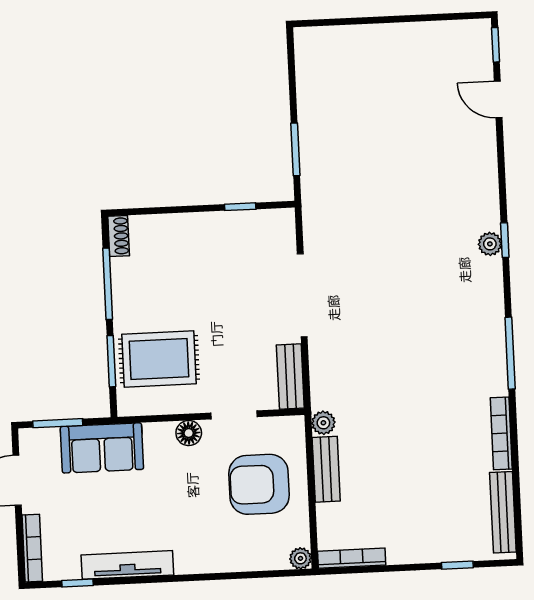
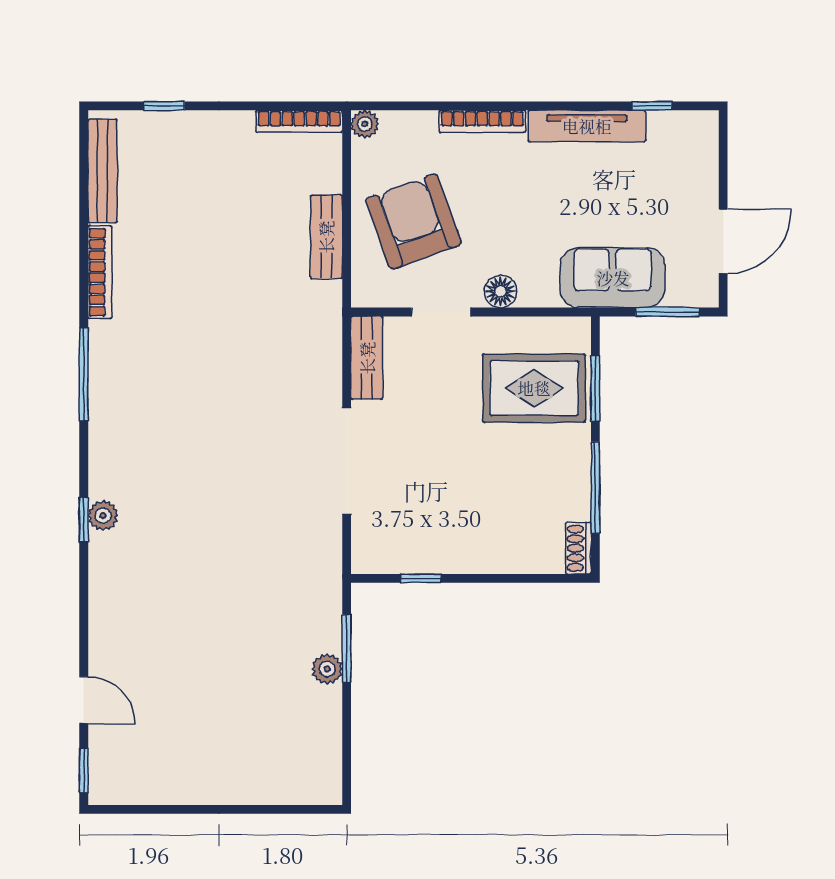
plant: (323, 423) -> (327, 669), moved
armchair: (259, 484) -> (413, 221), turned -110
bookcase: (32, 548) -> (482, 121), moved, turned -90

